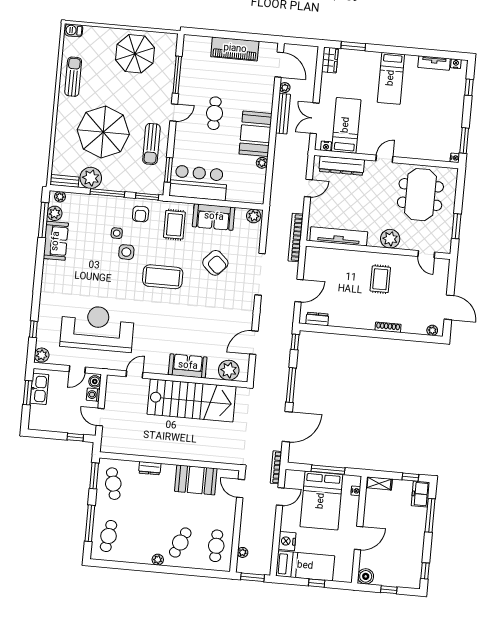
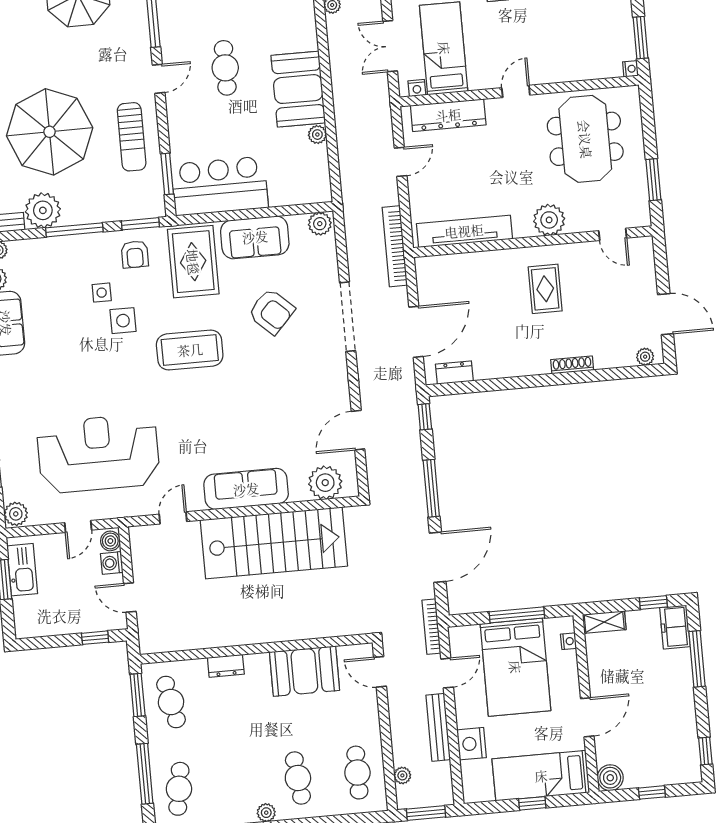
bench: (283, 114) -> (438, 727), moved
rug: (174, 225) -> (193, 262), width x1.36, depth x1.43
door: (299, 291) -> (416, 332), width x1.36
sofa: (188, 366) -> (246, 489), width x1.36
cafe table: (180, 543) -> (298, 778), turned -30
bed: (305, 566) -> (541, 776), moved, turned 180

